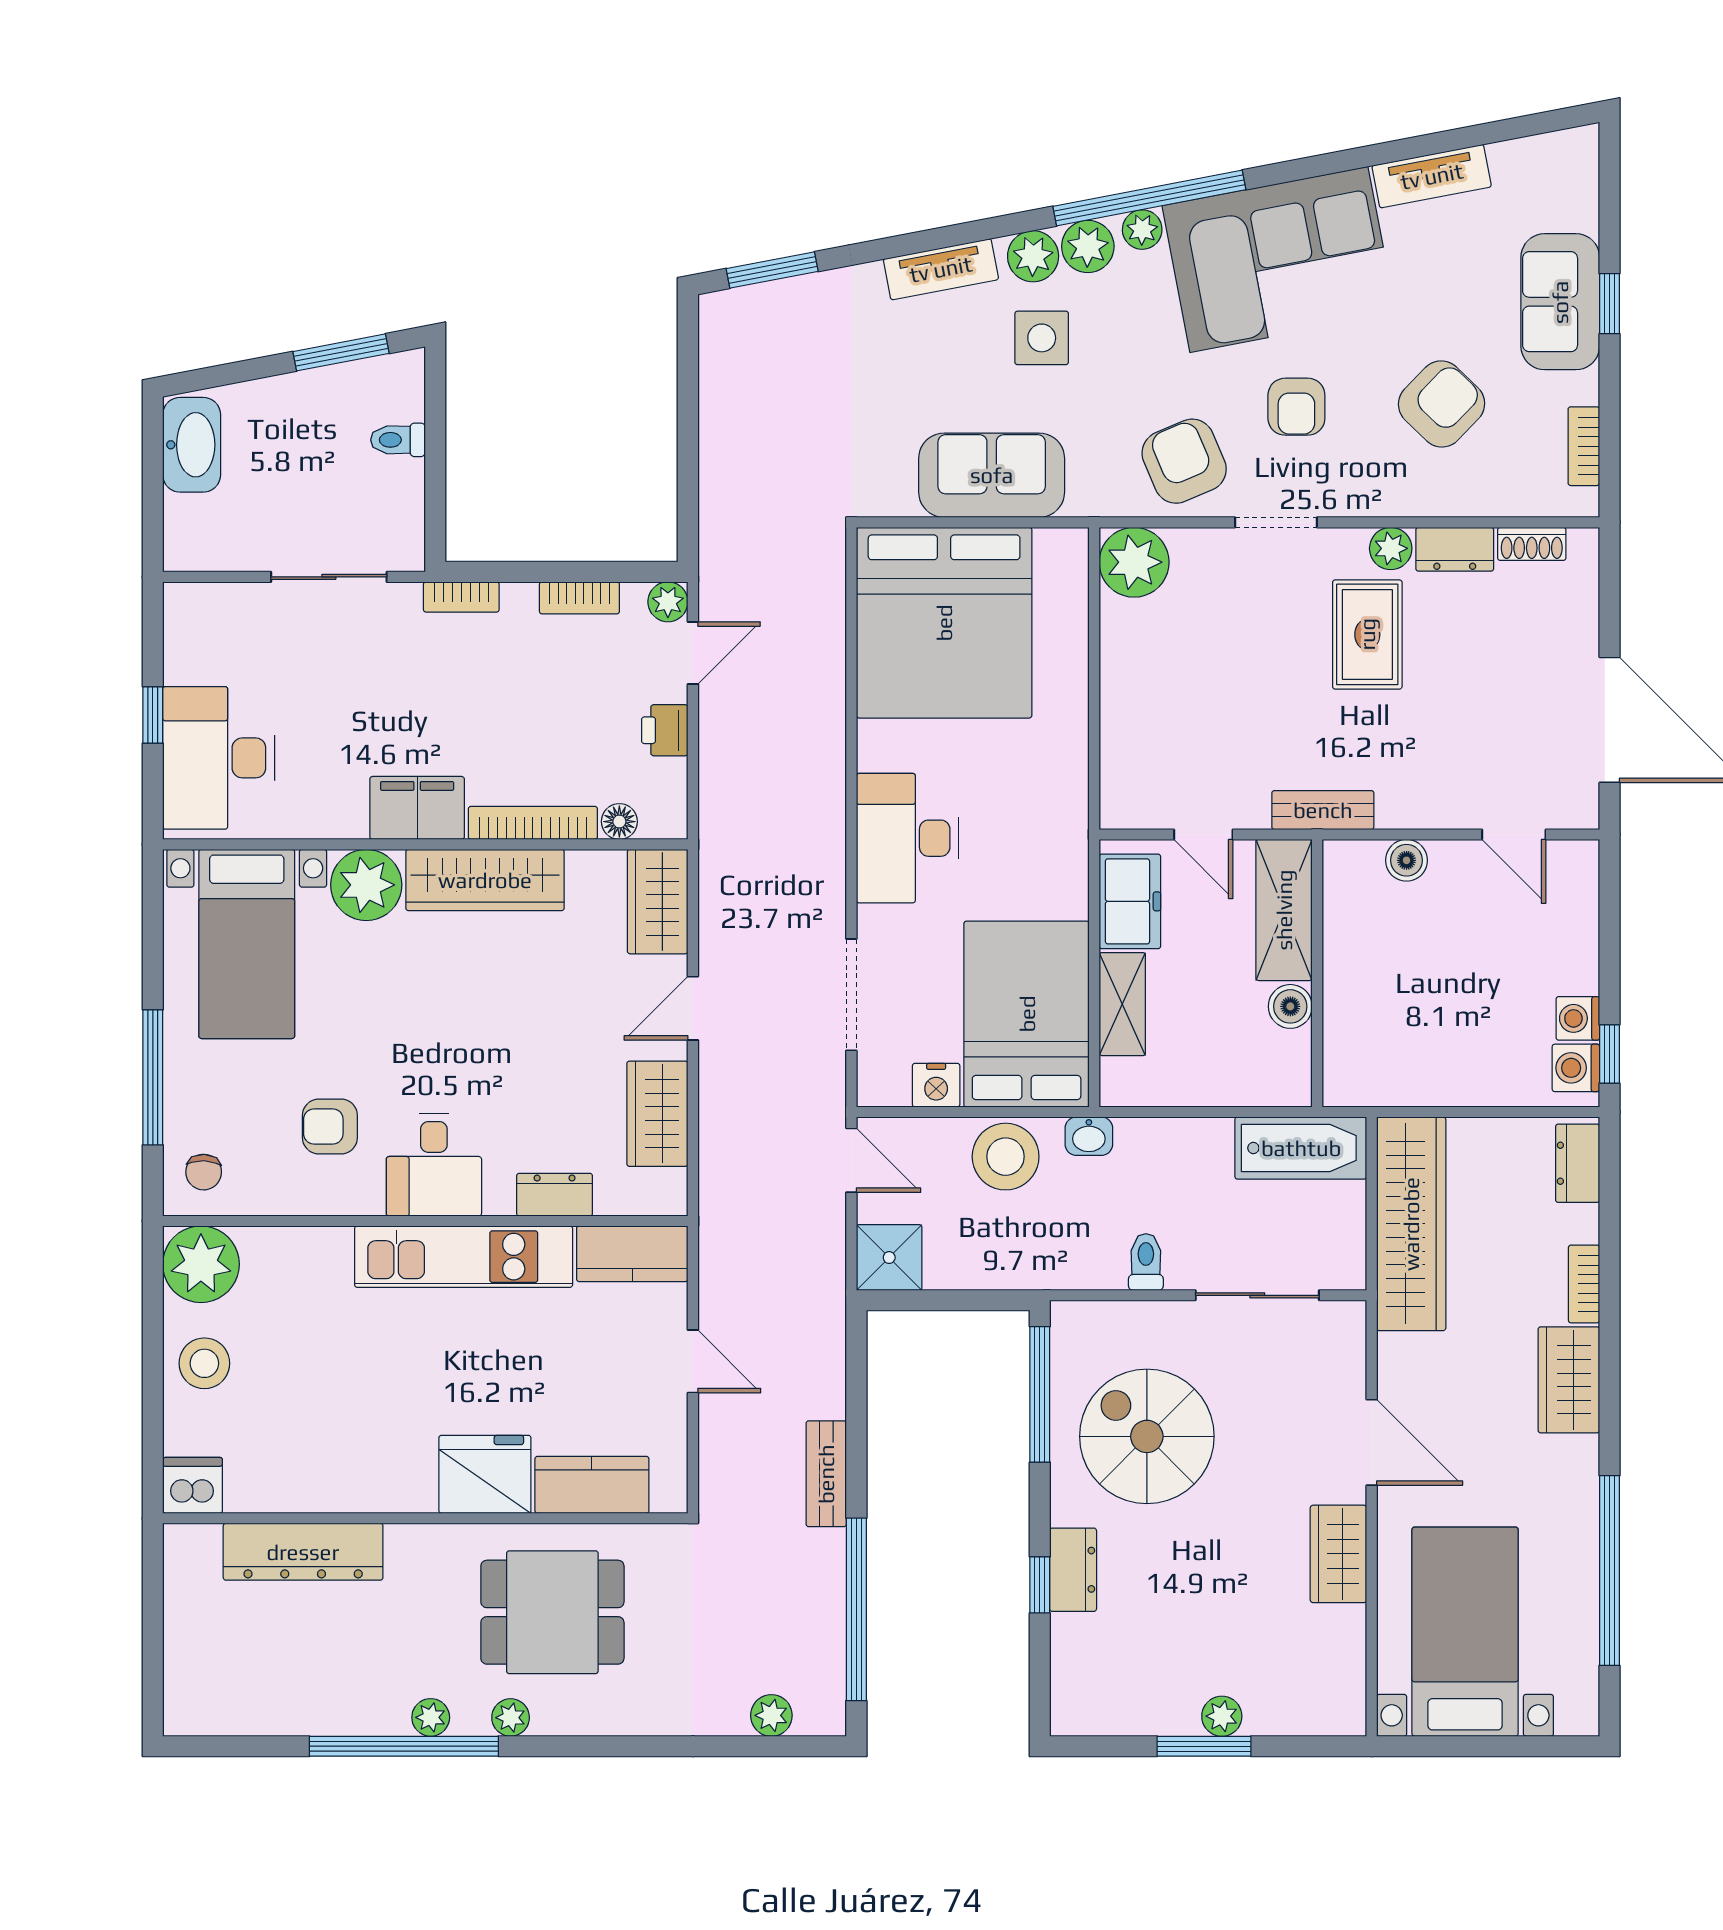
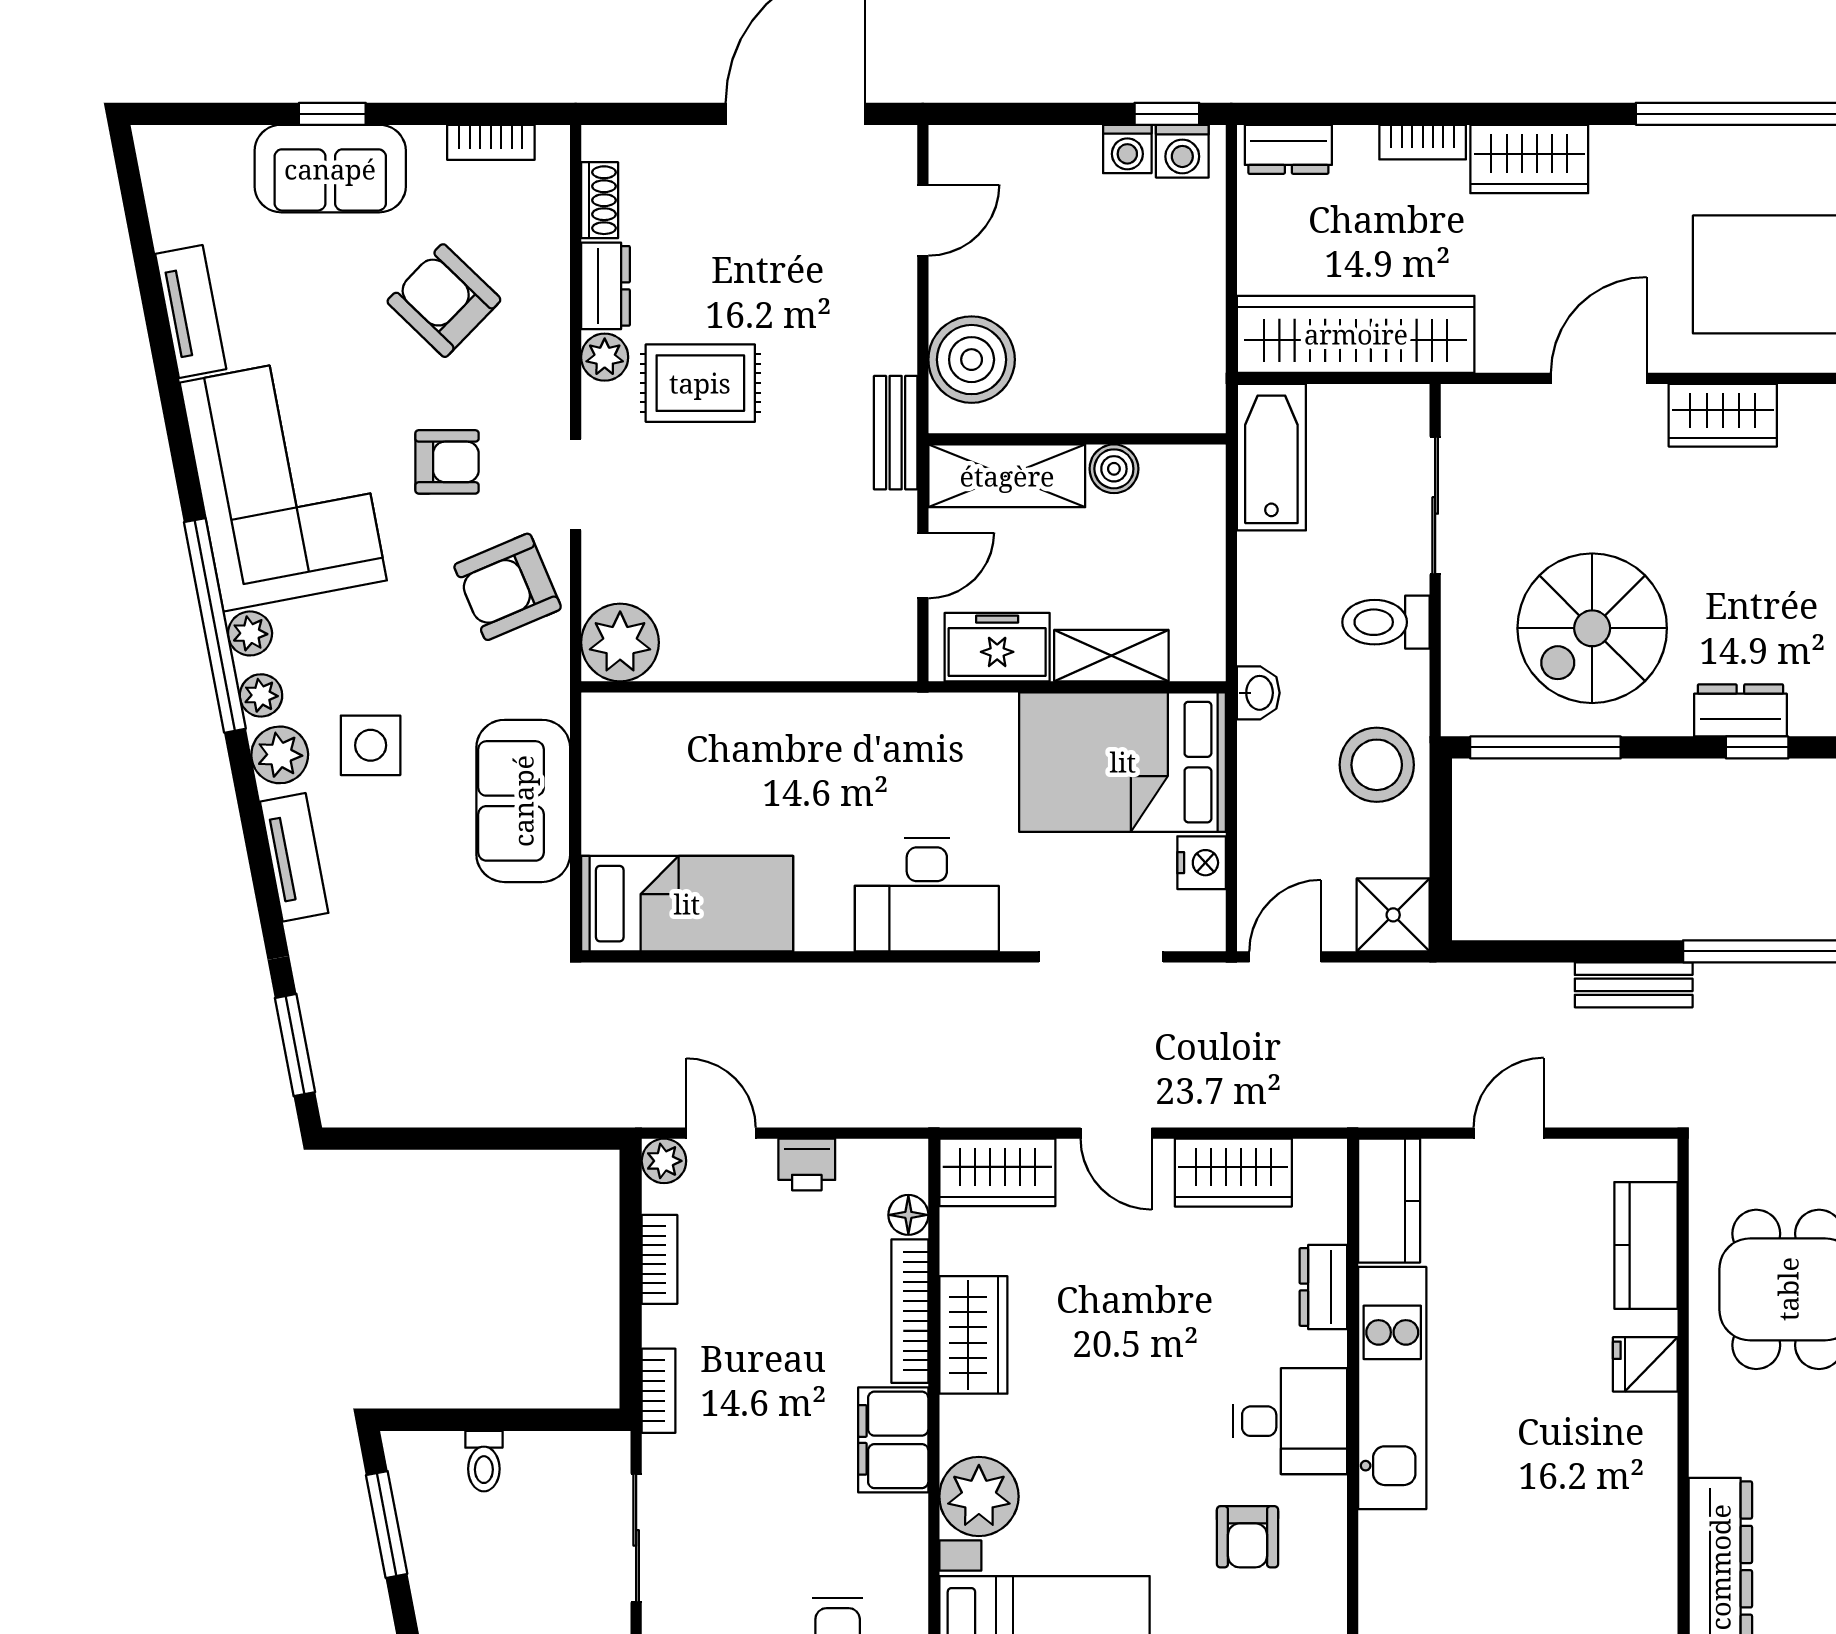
plant: (1088, 246) -> (261, 695), width x0.73, depth x0.73
bed: (944, 623) -> (687, 904), width x0.49
boiler: (1407, 860) -> (972, 360), width x1.86, depth x1.86
wardrobe: (485, 880) -> (973, 1335), width x0.67
stool: (1006, 1157) -> (1377, 765), moved
toilet: (1146, 1262) -> (1386, 622), width x1.37, depth x1.39
fridge: (485, 1474) -> (1645, 1364), width x0.53, depth x0.75

